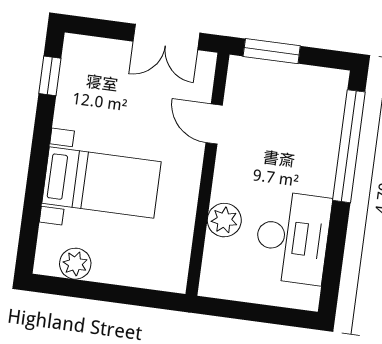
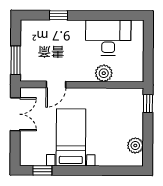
window: (349, 146) -> (58, 15), width x0.32
bed with nightstands: (101, 182) -> (71, 137), moved
window: (154, 299) -> (148, 104), added

